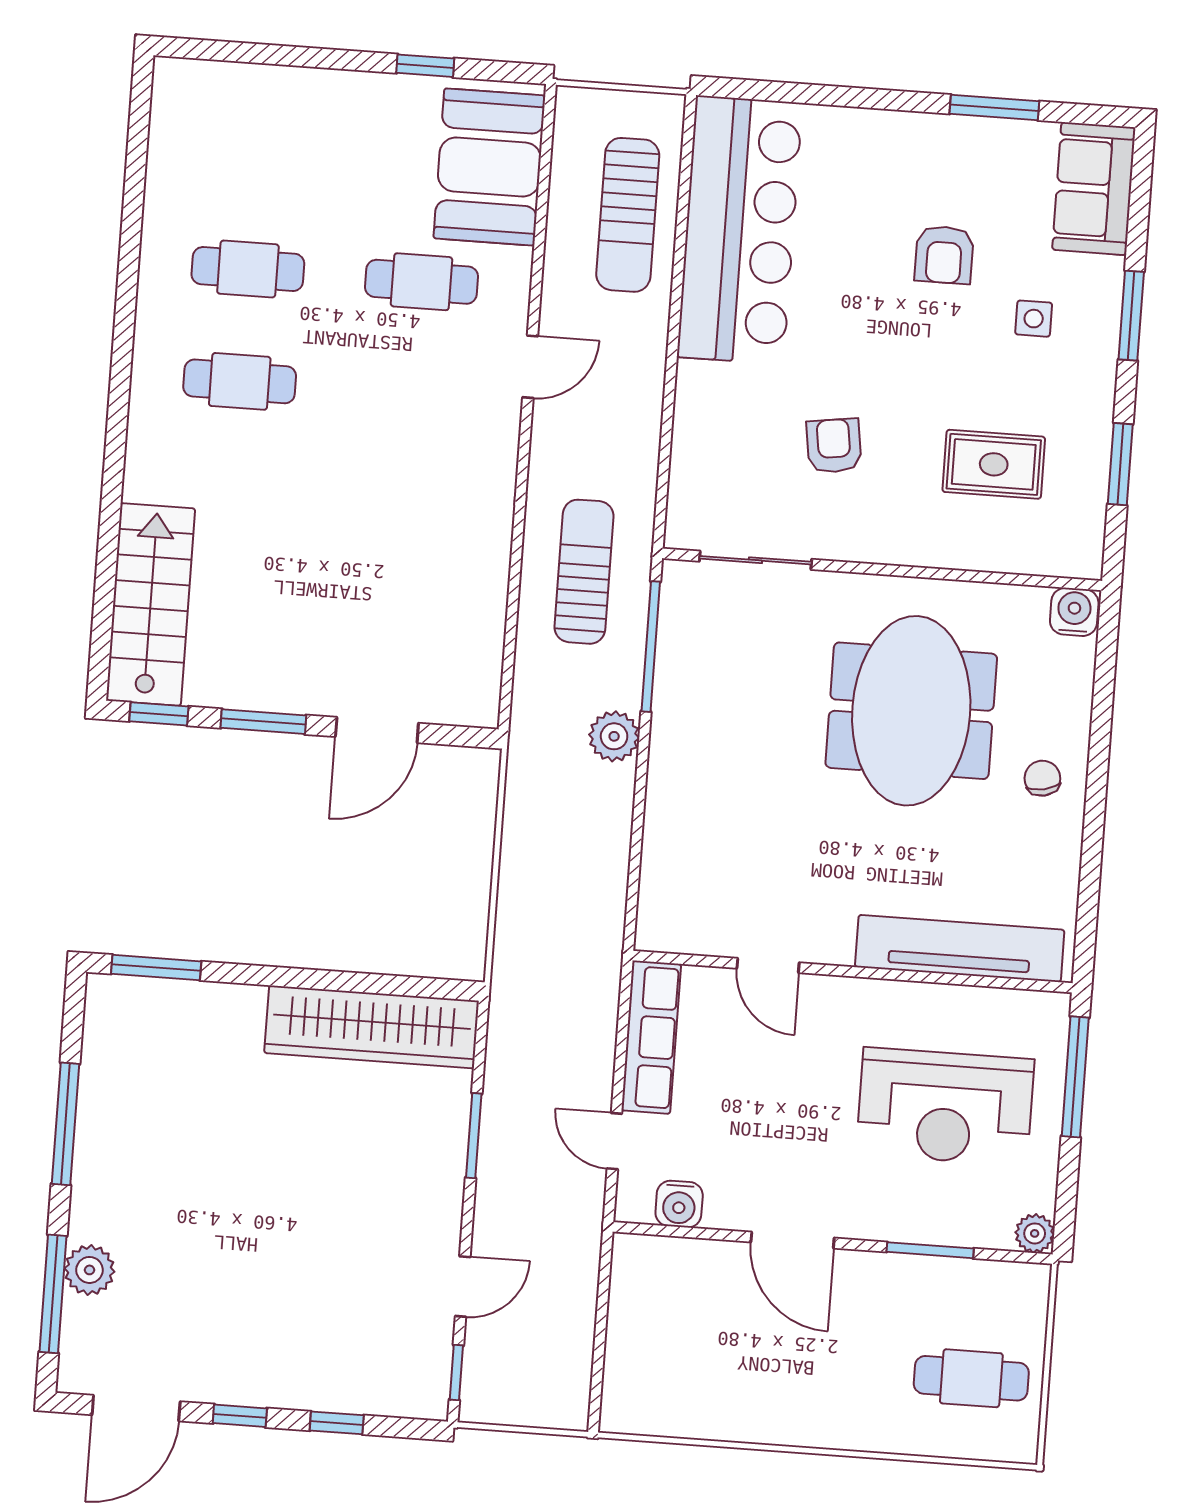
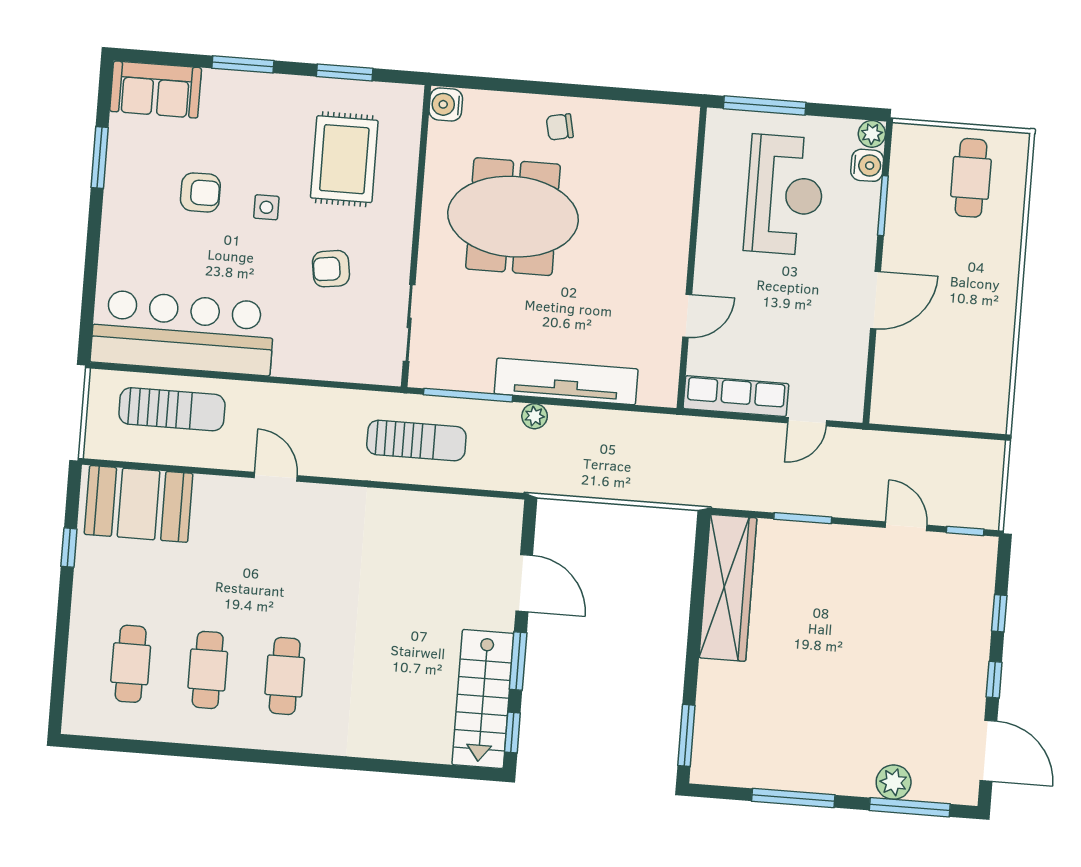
cafe table: (421, 282) -> (131, 664), moved
side table: (1034, 319) -> (266, 207), moved
rug: (994, 464) -> (344, 159), width x1.36, depth x1.43
sun lounger: (584, 572) -> (416, 441), turned 180
stairs: (151, 604) -> (483, 699), moved, turned -90
plant: (614, 736) -> (535, 416), width x0.73, depth x0.73
tv unit: (960, 948) -> (566, 381), moved, turned 90
water cooler: (679, 1204) -> (867, 165), moved

